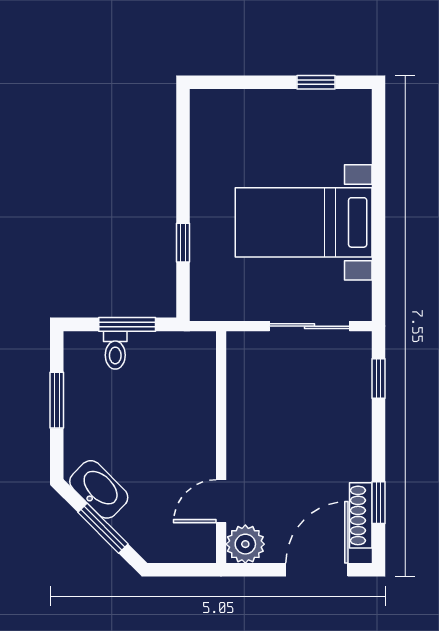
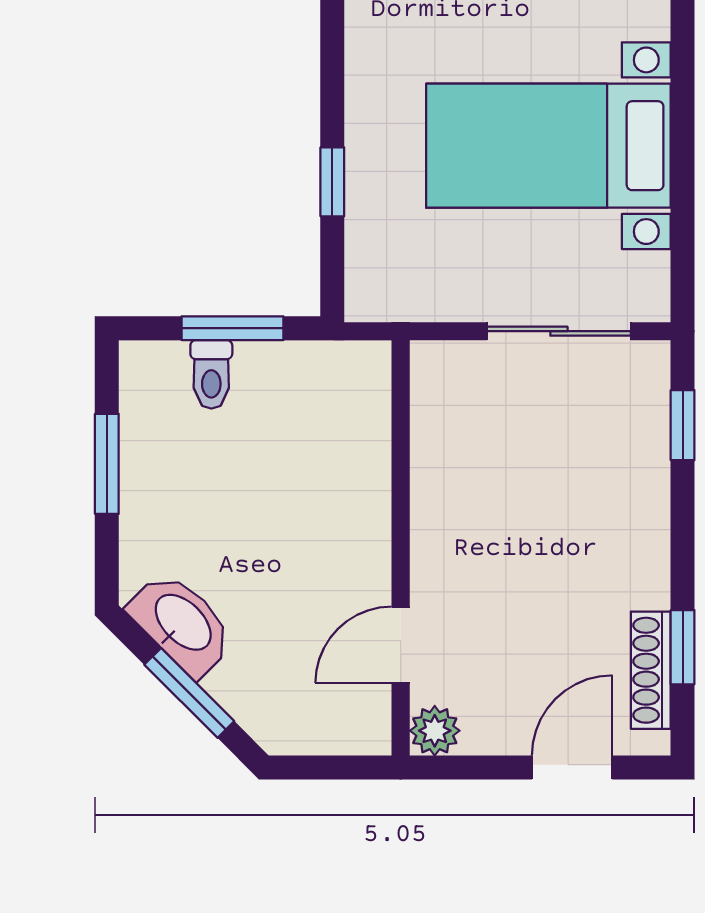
plant: (245, 544) -> (435, 731), width x0.73, depth x0.73
door: (317, 570) -> (572, 768), width x0.73

